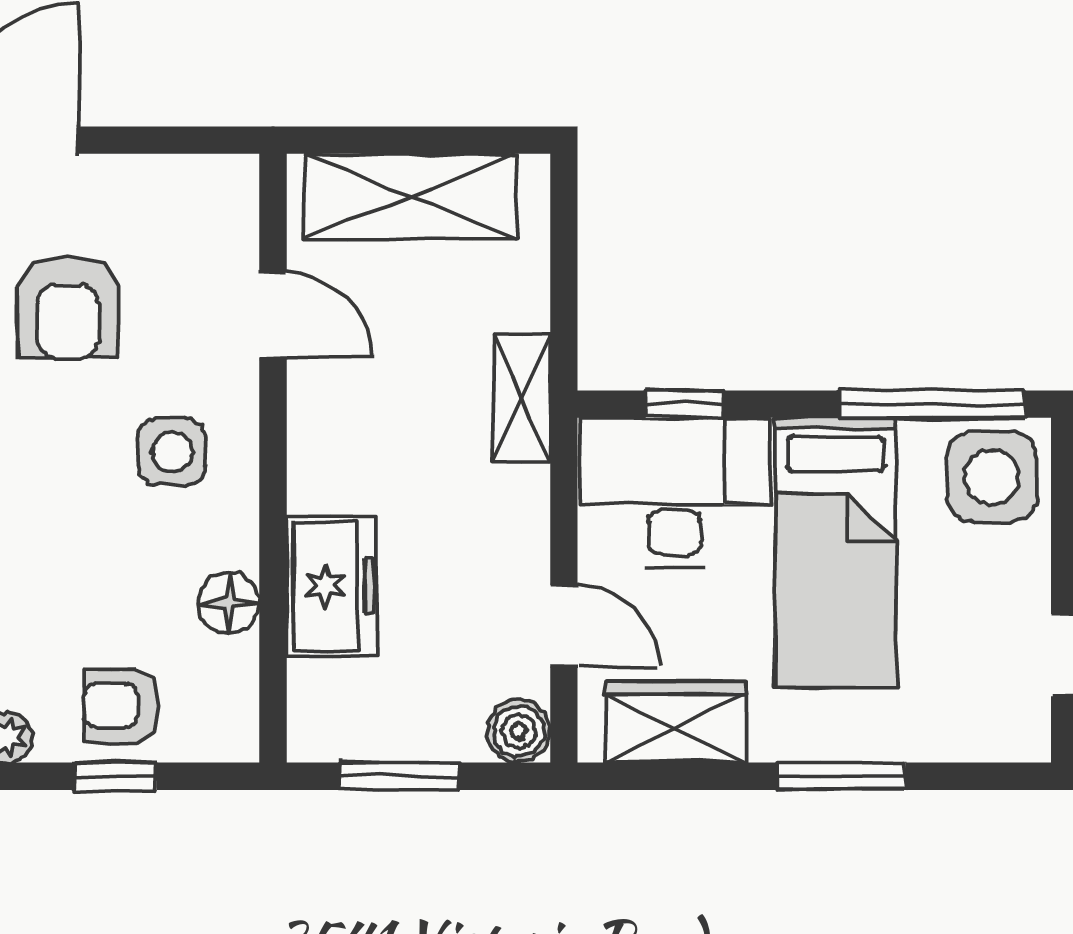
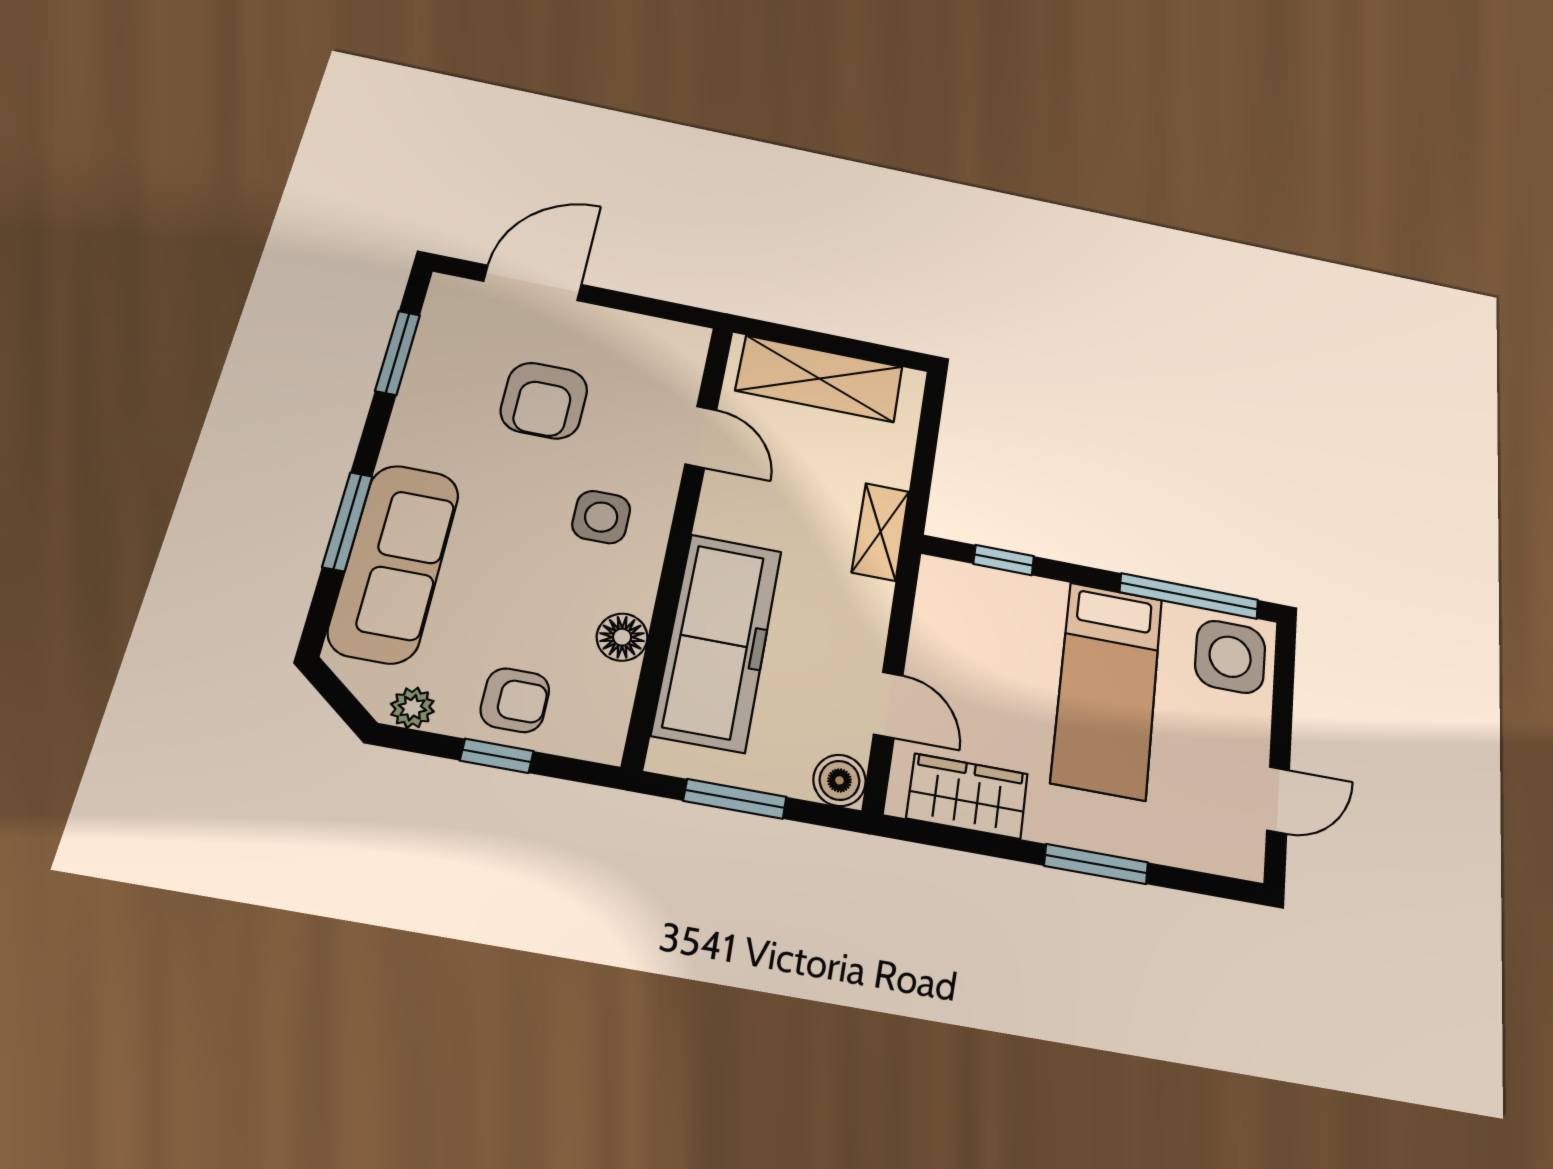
desk: (675, 492) -> (988, 622), removed
freezer: (332, 586) -> (718, 642), width x1.91, depth x1.26
armchair: (121, 706) -> (515, 700), turned 180

